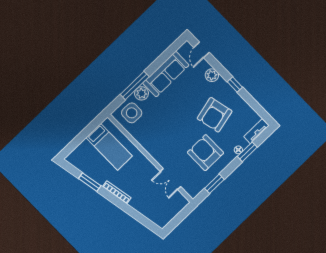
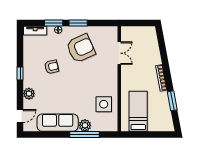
side table: (132, 113) -> (104, 104), moved
armchair: (215, 115) -> (52, 67), width x0.53, depth x0.53
armchair: (205, 153) -> (81, 48), turned -114
window: (214, 184) -> (78, 23), moved

